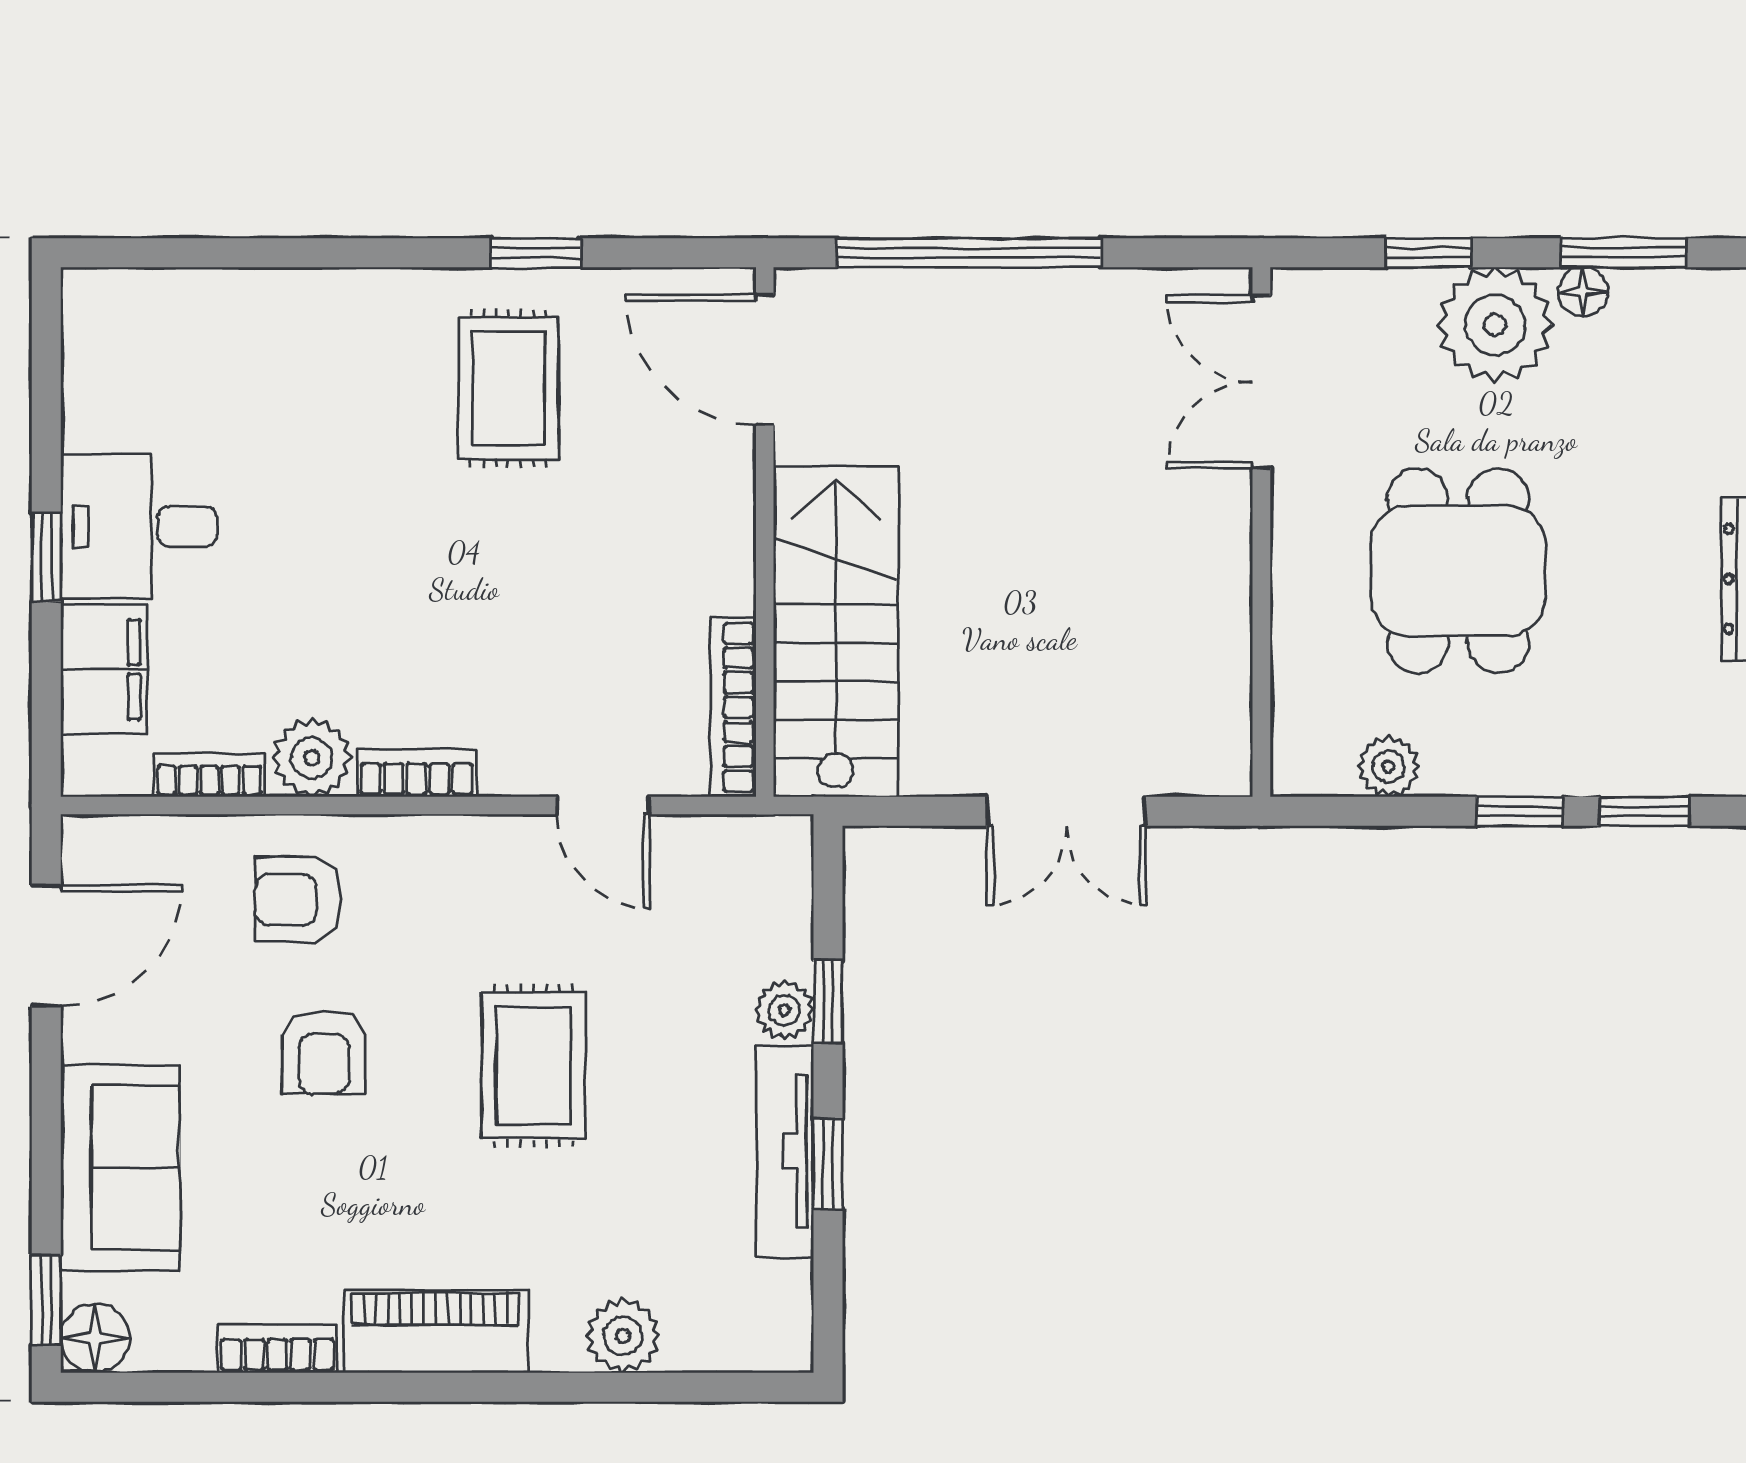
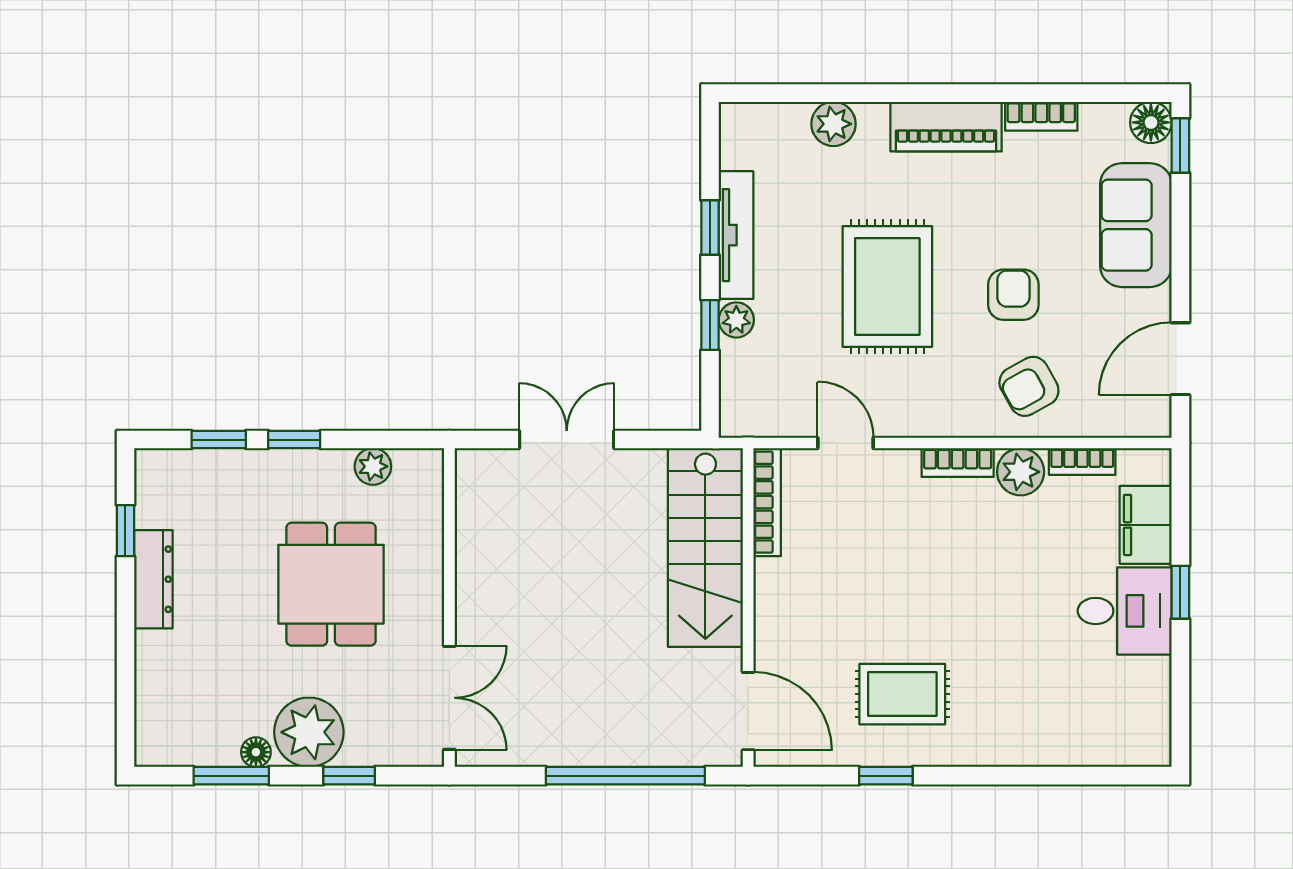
rug: (509, 388) -> (902, 694), turned 90
armchair: (298, 900) -> (1029, 386), turned 151
rug: (533, 1066) -> (887, 287), width x1.36, depth x1.43

